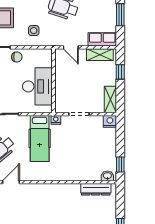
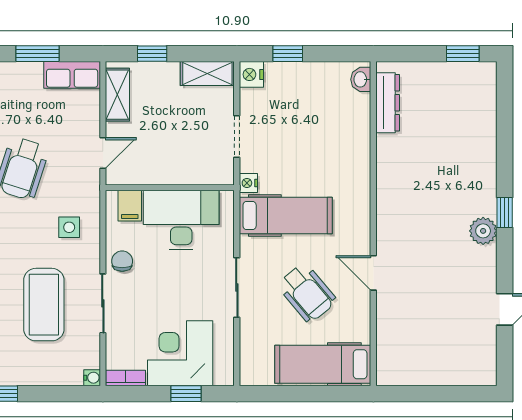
row of seats: (102, 39) -> (72, 75), moved, turned -90
filing cabinet: (44, 61) -> (130, 206), added
window: (120, 164) -> (288, 54), moved

